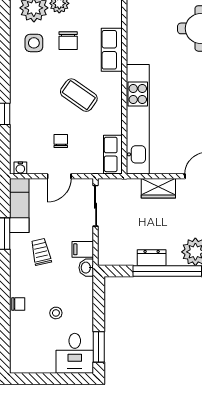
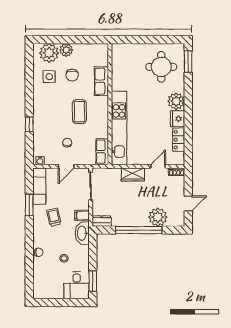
coffee table: (79, 95) -> (79, 112), turned 55
dresser: (152, 258) -> (102, 221), moved
washbasin: (86, 268) -> (82, 233), width x1.91, depth x1.45

